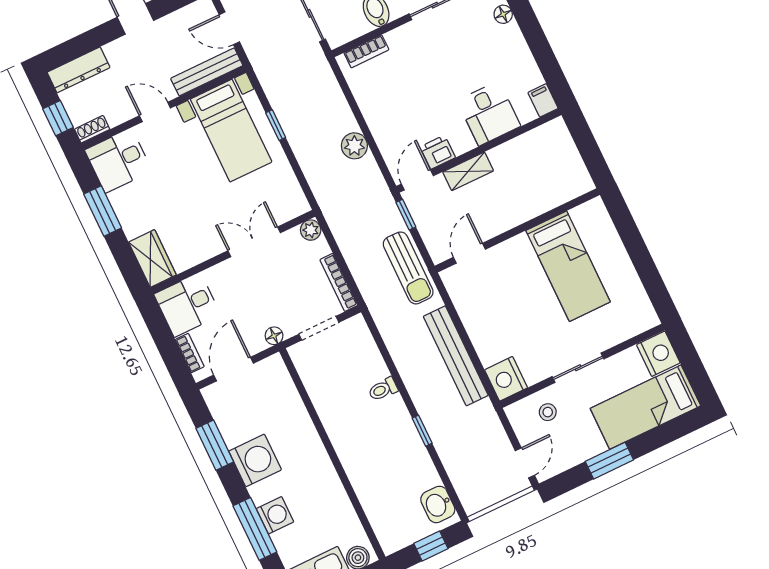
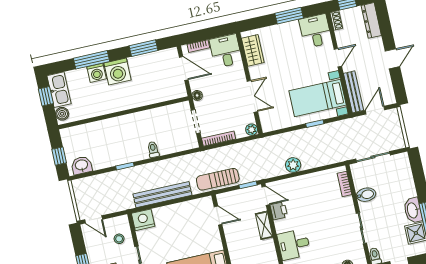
wardrobe: (152, 258) -> (253, 50), moved, turned -90
washing machine: (255, 460) -> (117, 71), moved

